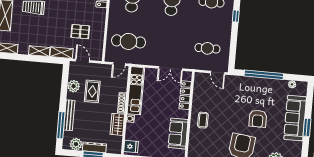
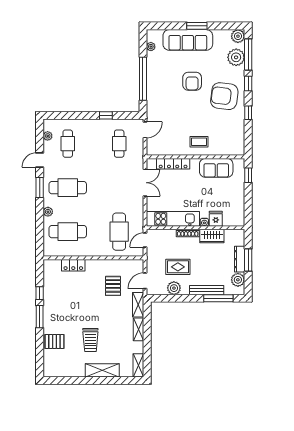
window: (236, 16) -> (106, 115), moved
door: (119, 64) -> (145, 240), swing flipped
armchair: (258, 119) -> (192, 81), turned 90
fridge: (131, 147) -> (216, 219), moved

